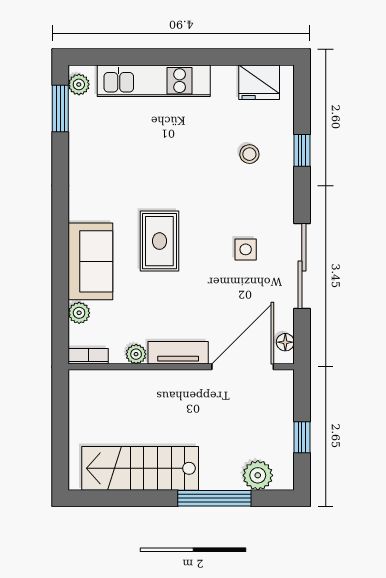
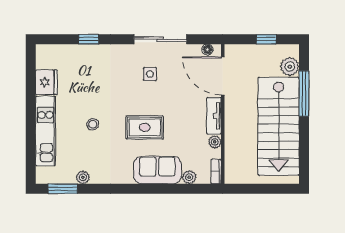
fridge: (259, 82) -> (46, 82), moved
plant: (79, 84) -> (83, 177), moved
stool: (249, 154) -> (93, 124), moved
stairs: (140, 468) -> (279, 126), width x1.36, depth x1.51

